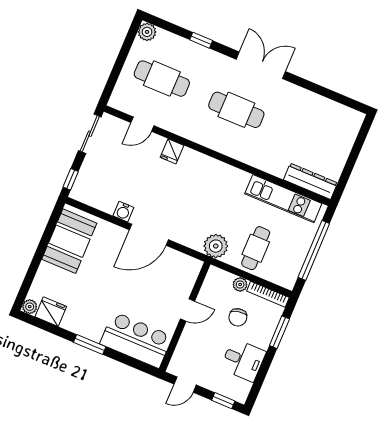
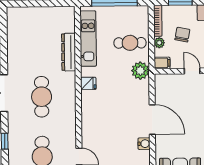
fridge: (172, 151) -> (88, 83), moved
dresser: (311, 181) -> (69, 52), moved
filing cabinet: (214, 277) -> (162, 63), added
chair: (238, 317) -> (182, 35), turned -68

